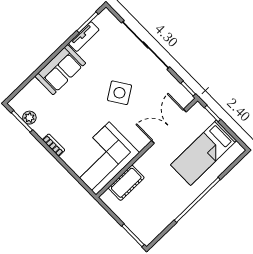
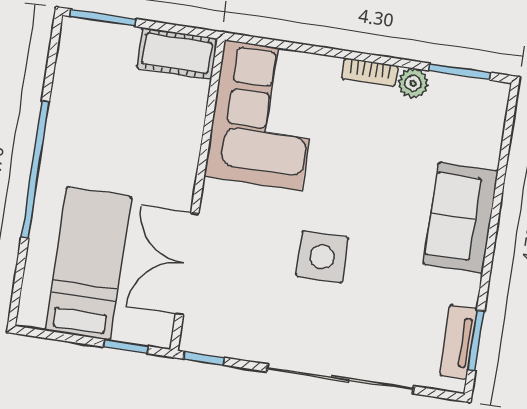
tv unit: (84, 37) -> (458, 342), moved
side table: (119, 93) -> (322, 257), turned 33
plant: (29, 118) -> (413, 83), moved
double door: (169, 126) -> (187, 264), swing flipped
cot: (126, 183) -> (177, 53), moved, turned 90

